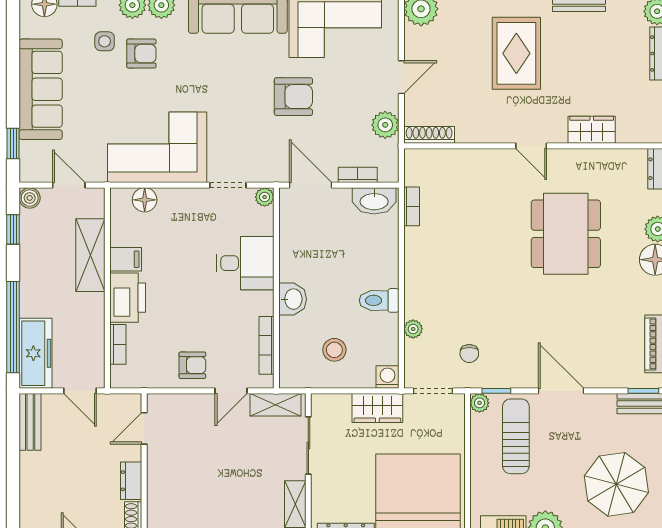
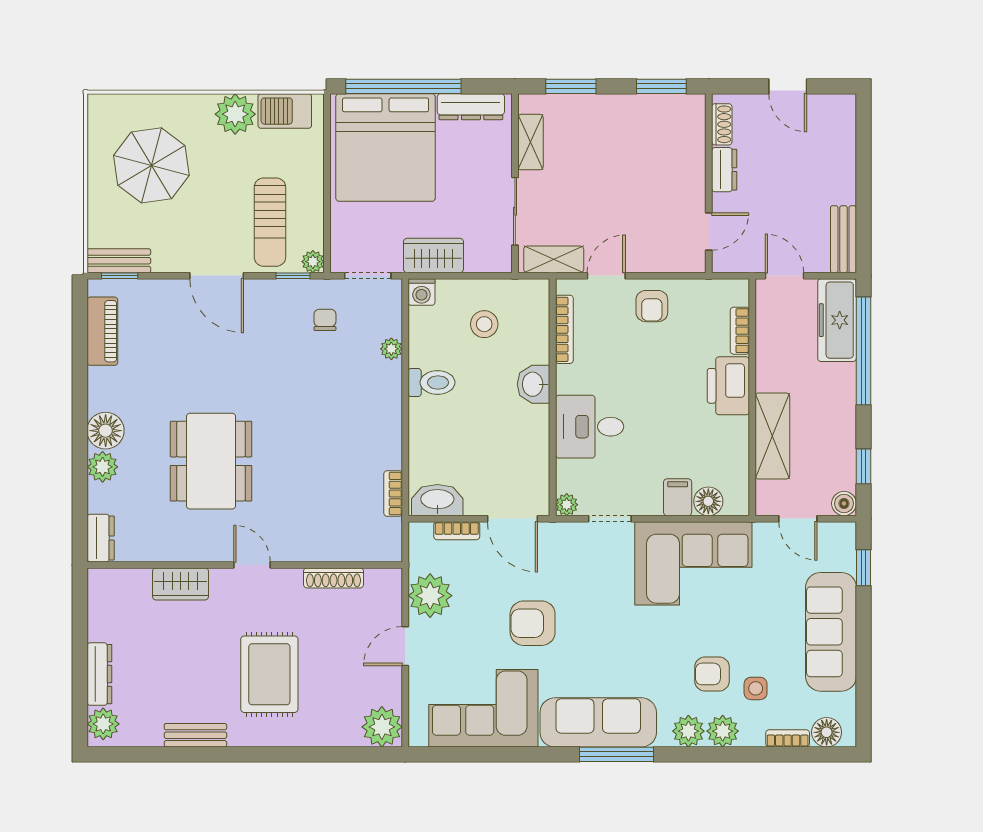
plant: (385, 125) -> (430, 596), width x1.36, depth x1.36
shoe rack: (429, 135) -> (334, 578), moved
filing cabinet: (126, 259) -> (678, 497), moved, turned 90
armchair: (192, 365) -> (652, 306), turned -90

